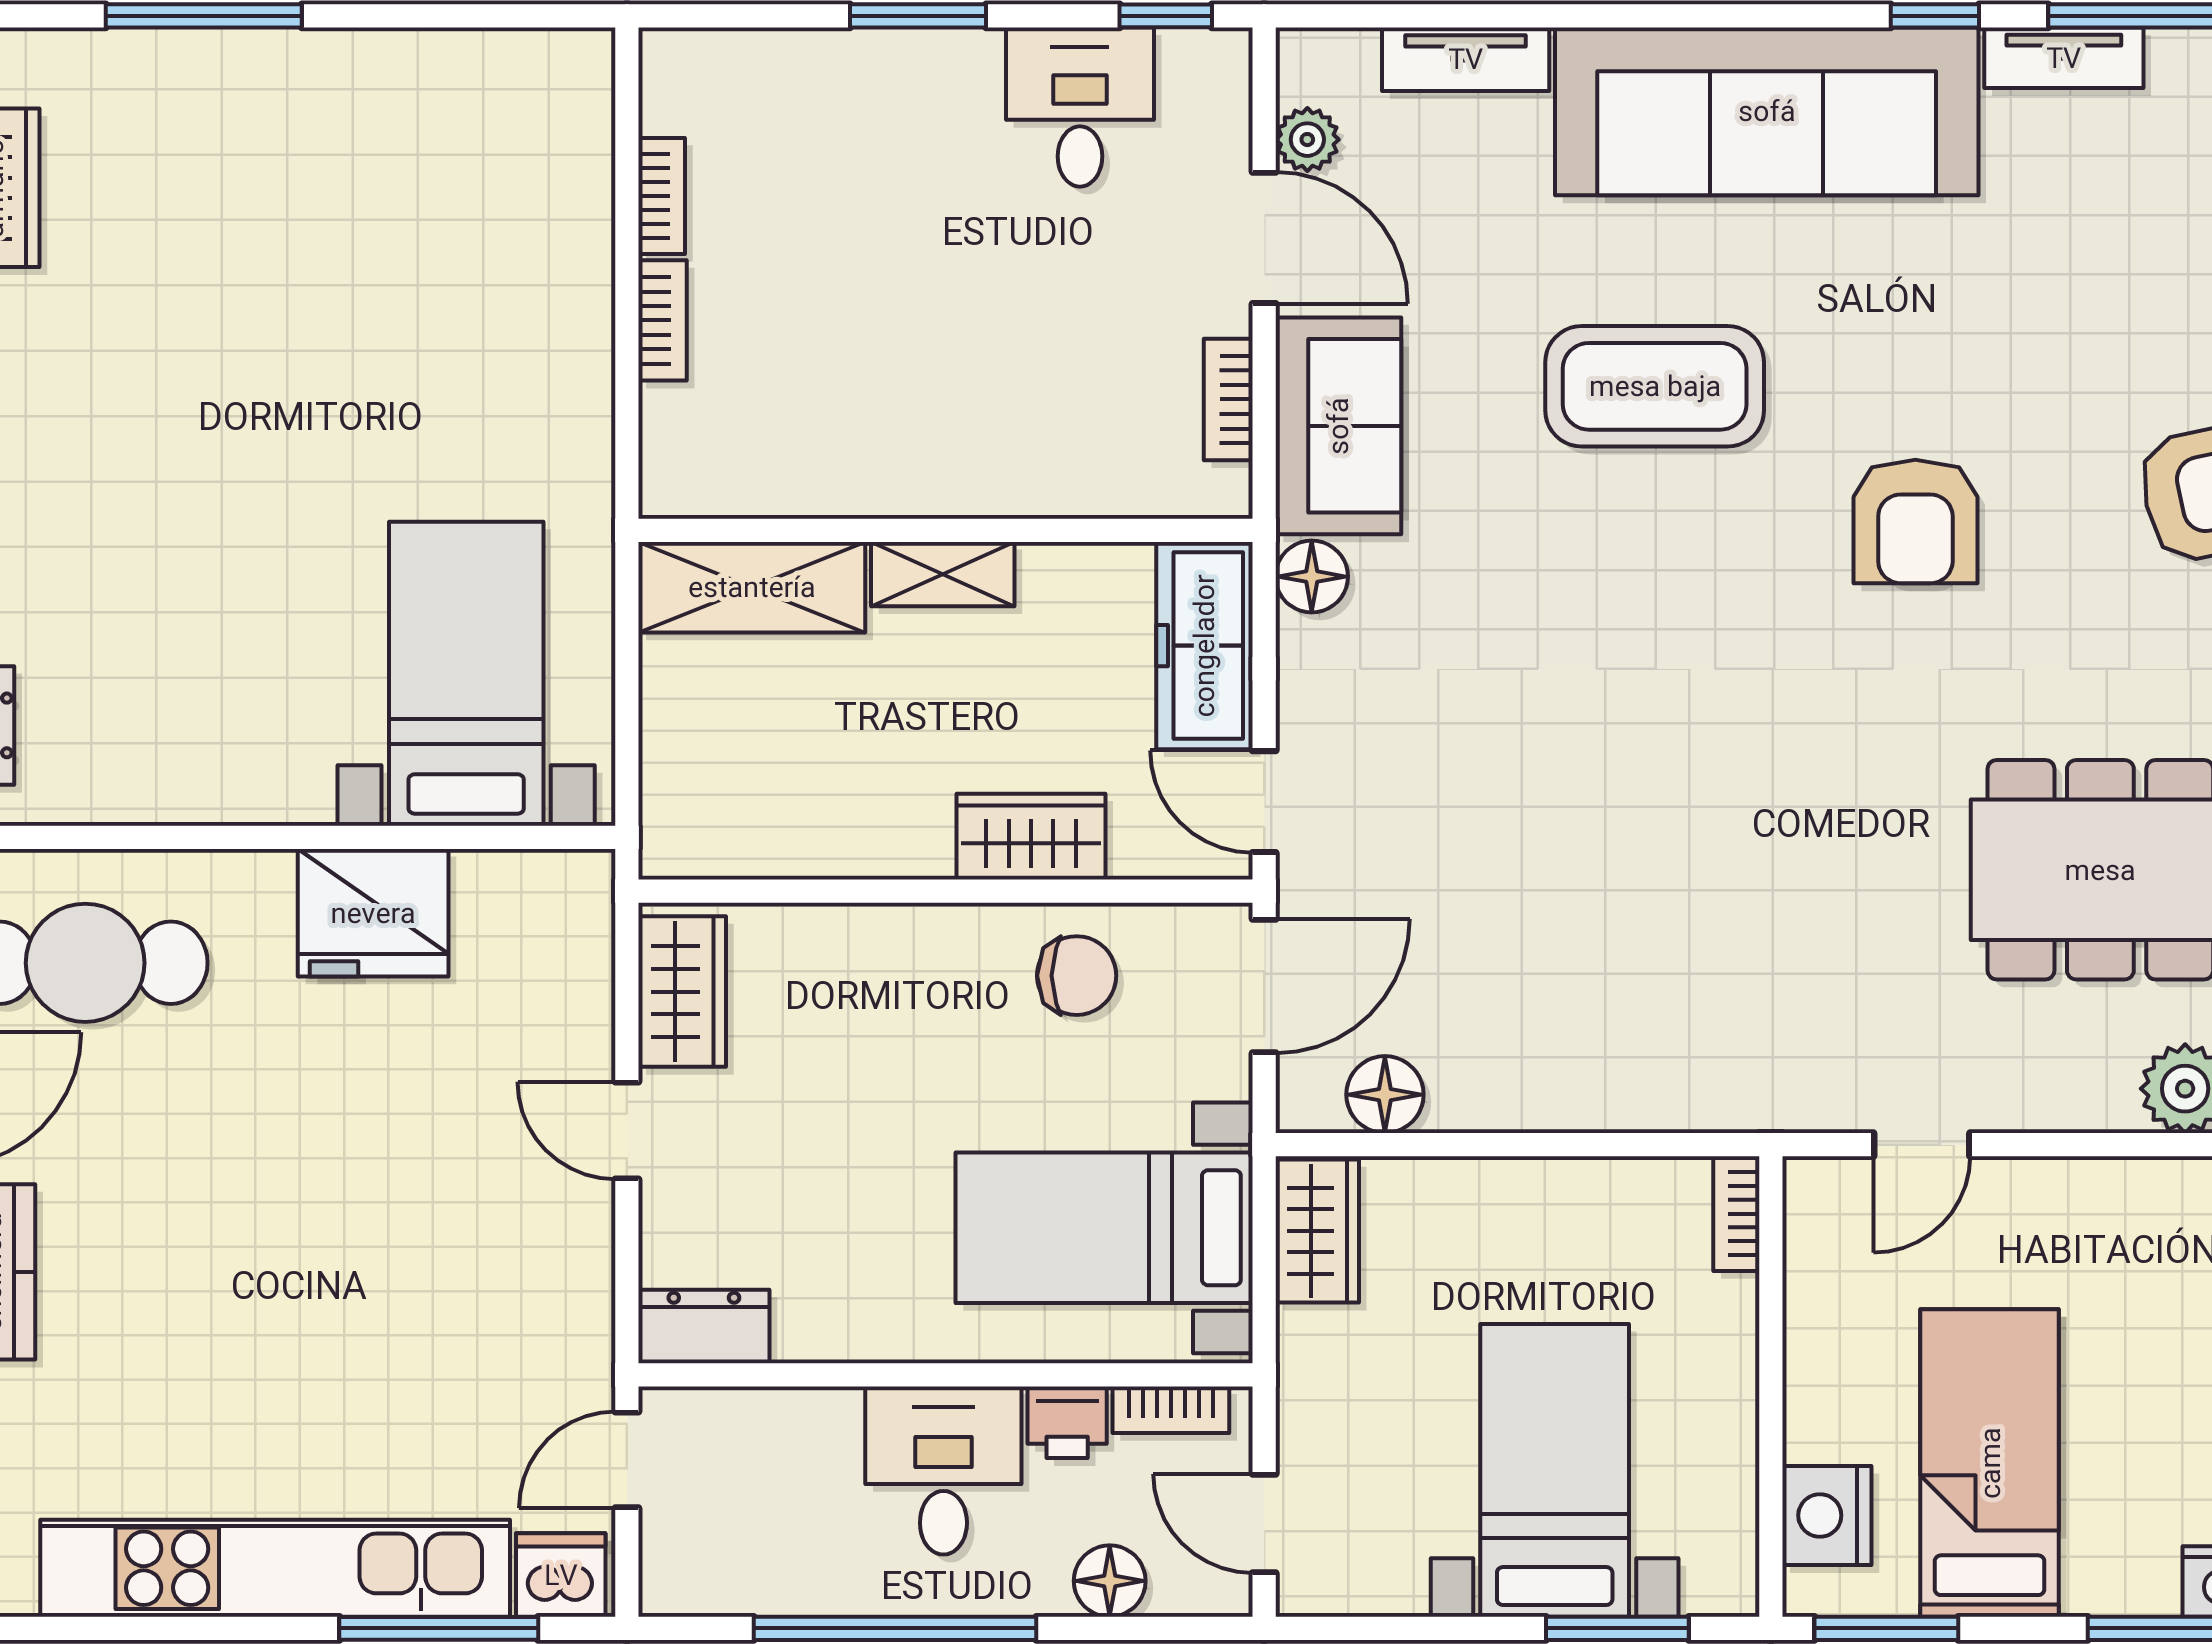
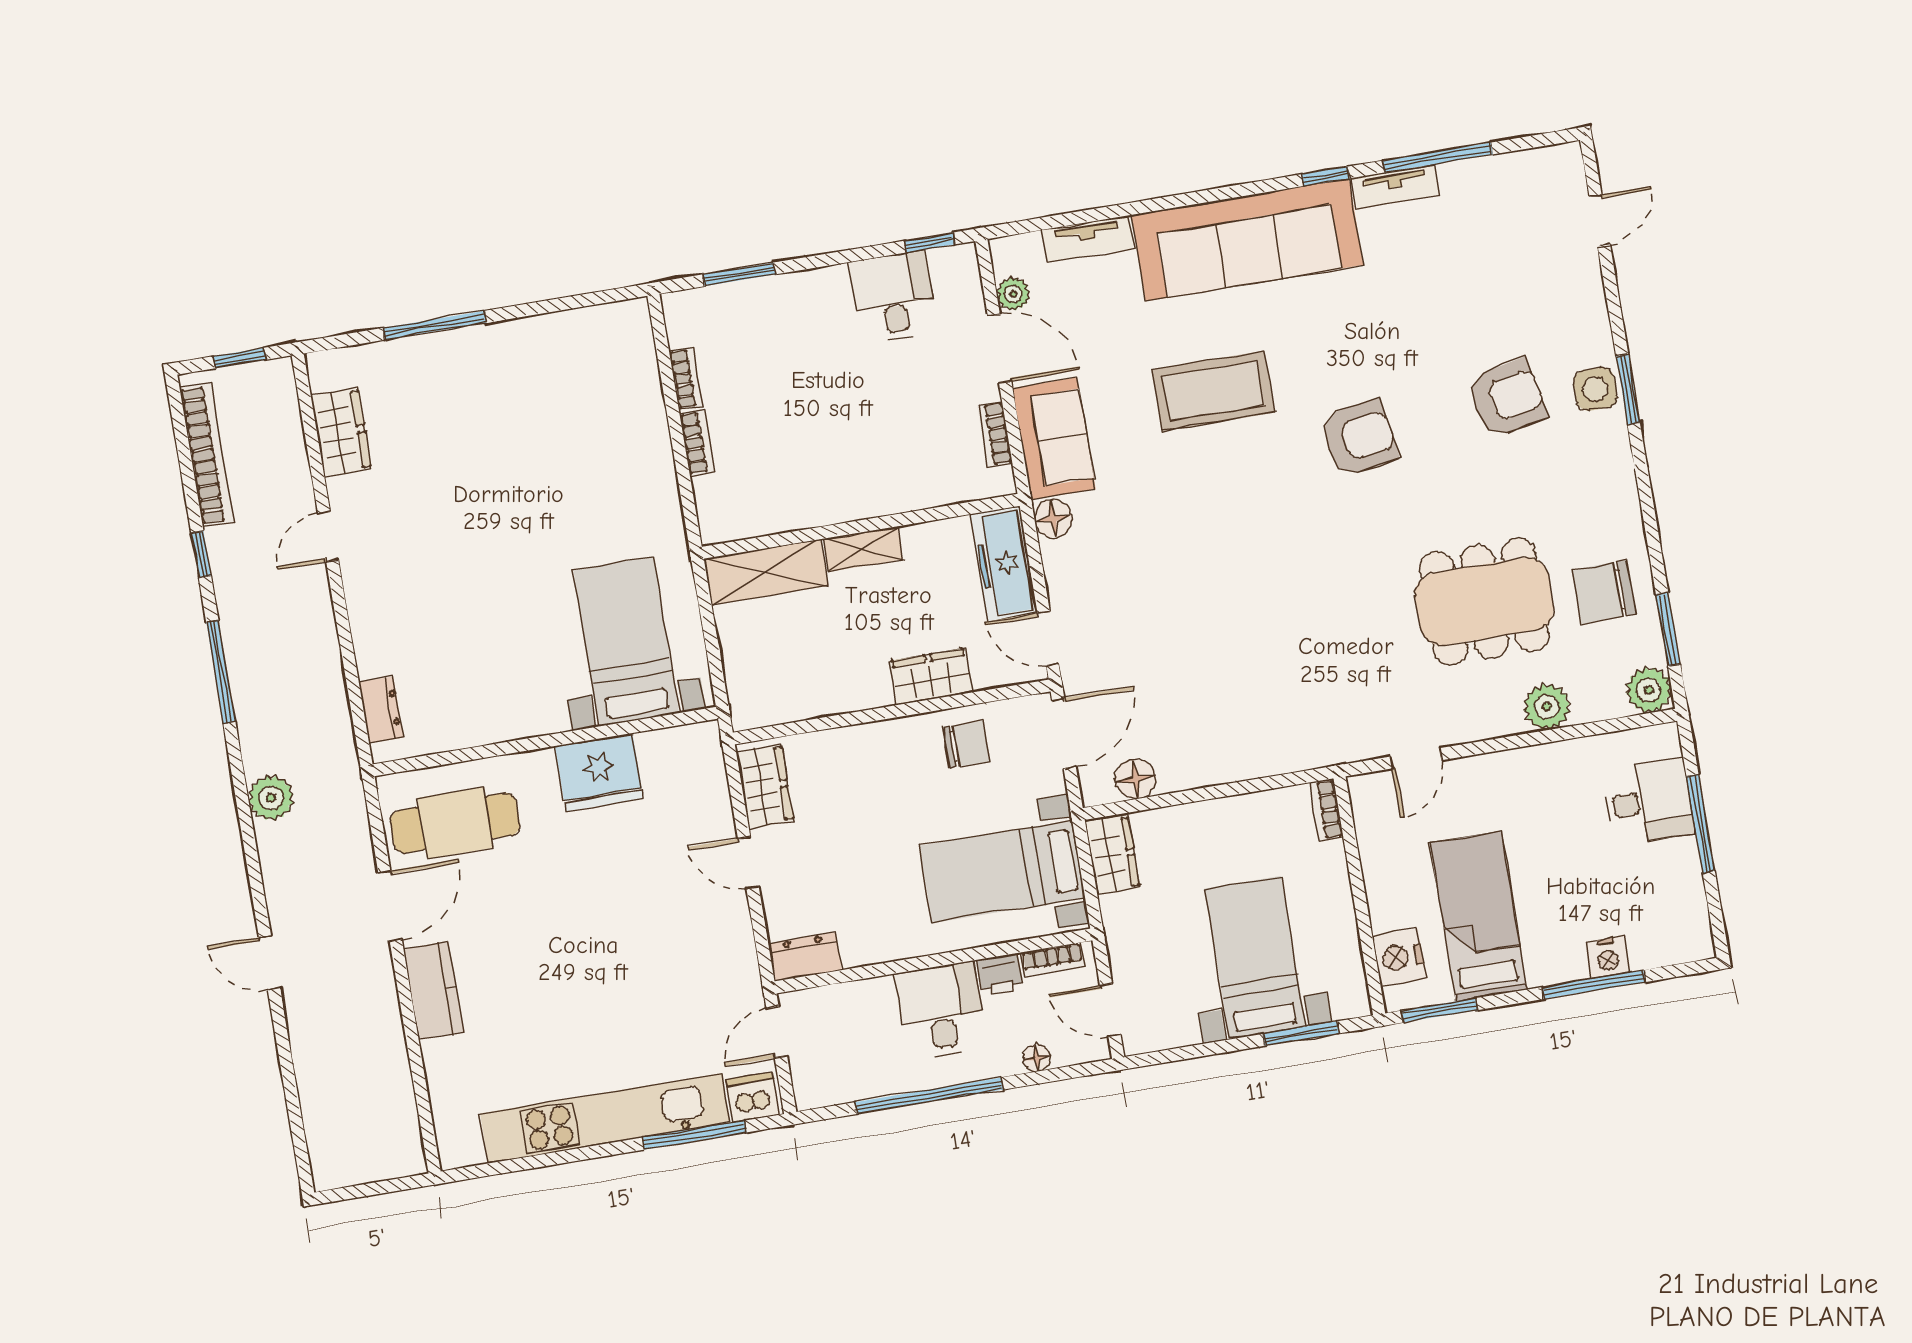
window: (918, 16) -> (739, 274), moved
armchair: (1915, 522) -> (1359, 438), turned -99
floor lamp: (1110, 1581) -> (1037, 1058), width x0.73, depth x0.73

